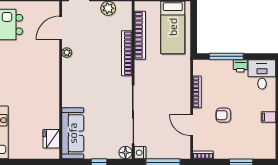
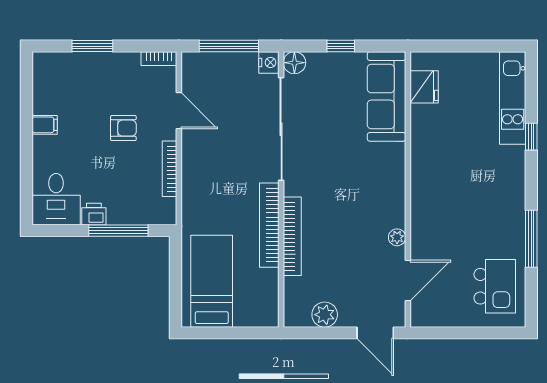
bookcase: (140, 35) -> (269, 225), moved

